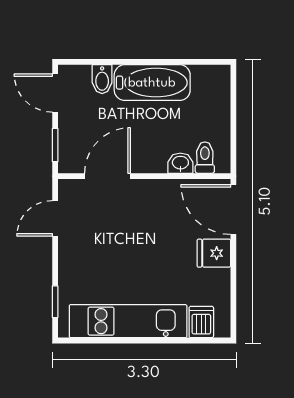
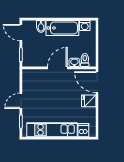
washing machine: (205, 77) -> (85, 26), added
door: (107, 176) -> (57, 68), moved
door: (55, 218) -> (21, 101), moved

